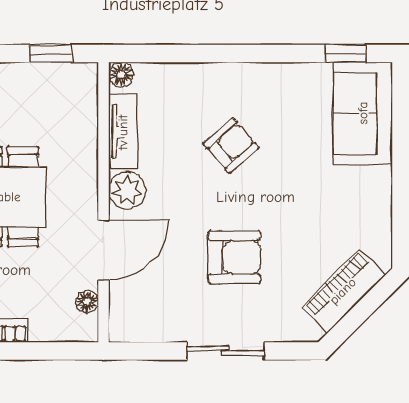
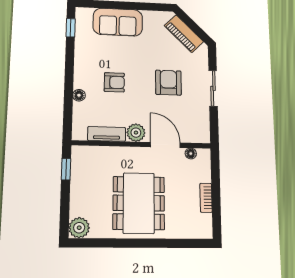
floor lamp: (121, 75) -> (79, 95), moved
sofa: (363, 113) -> (118, 22), moved
armchair: (231, 146) -> (114, 82), turned 131

